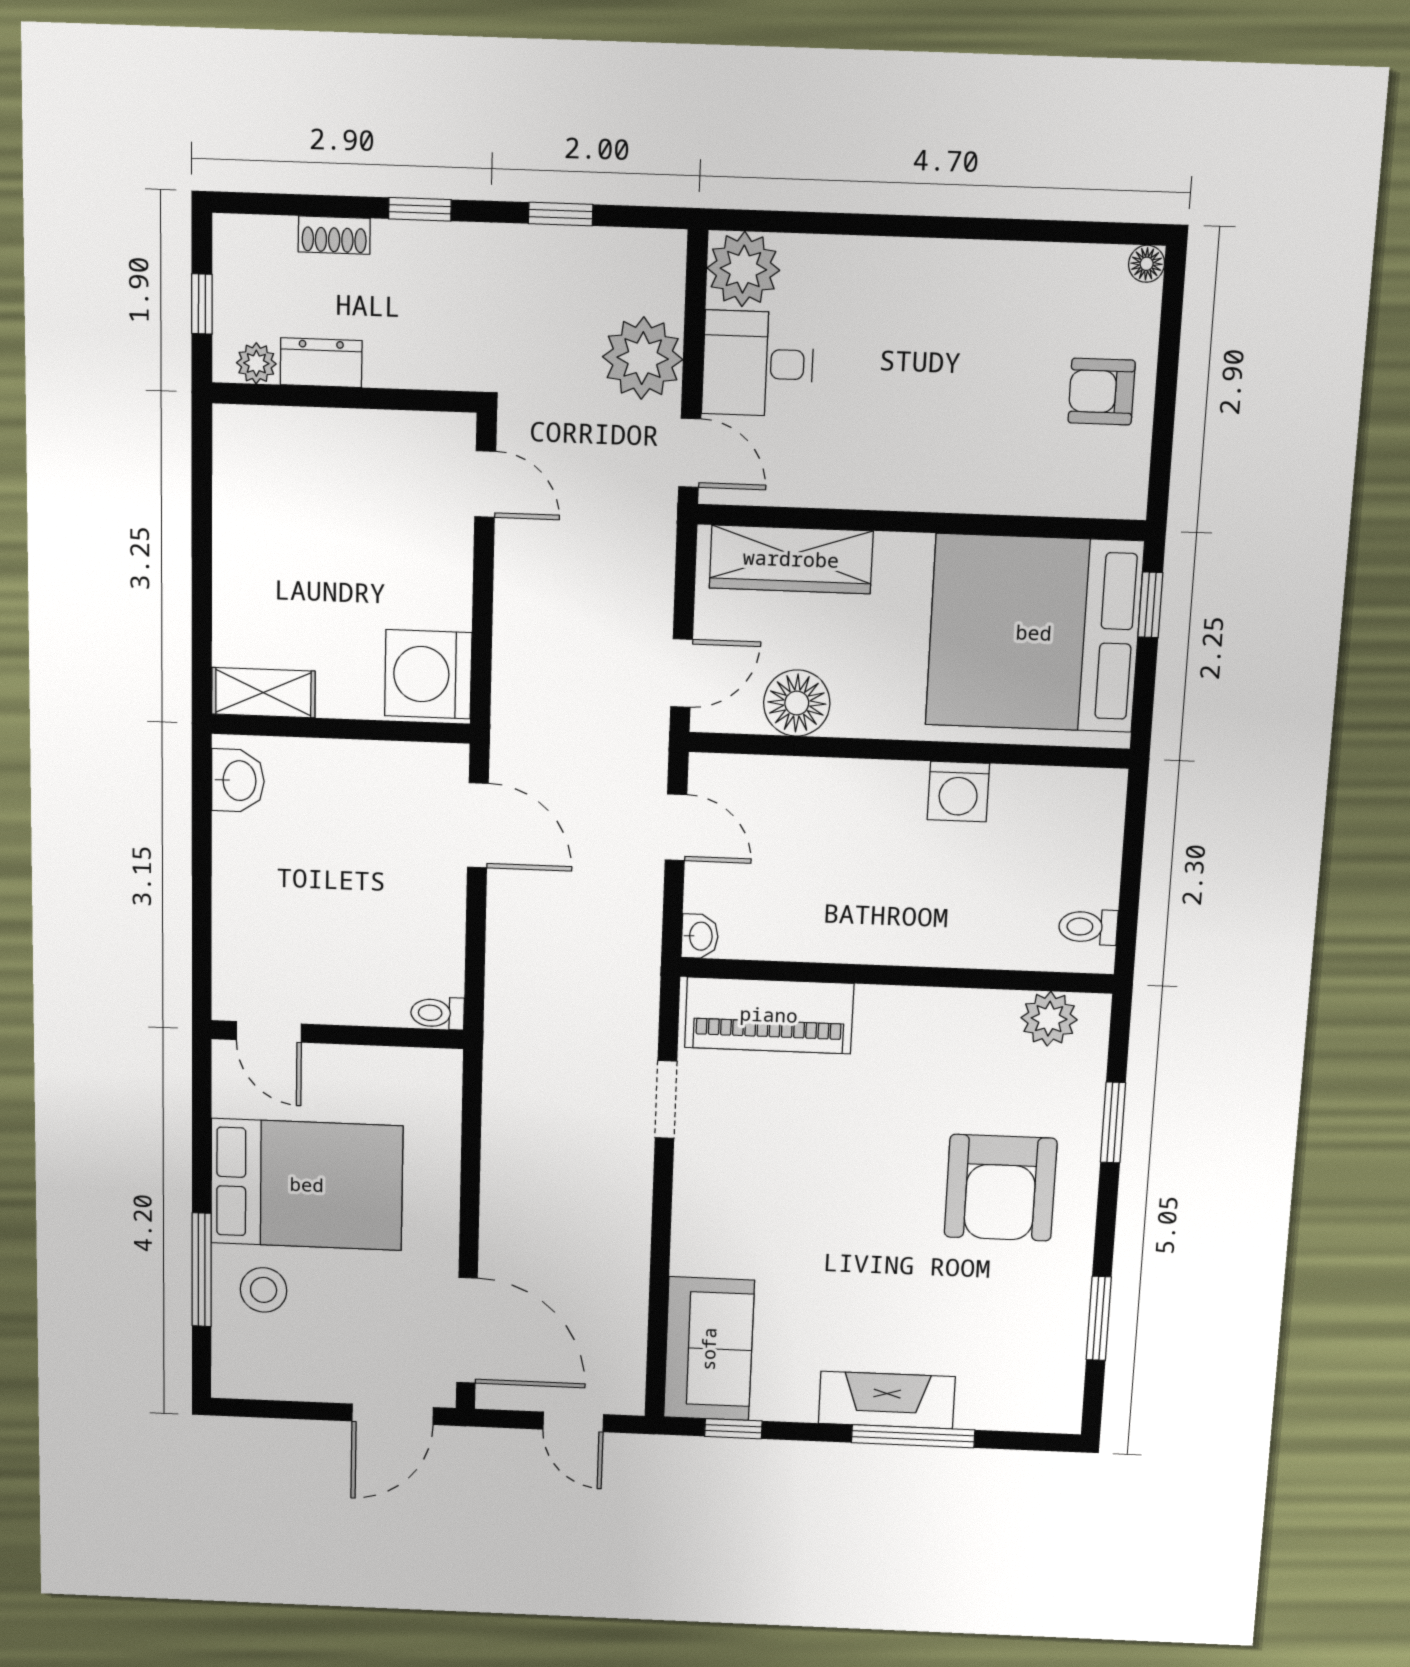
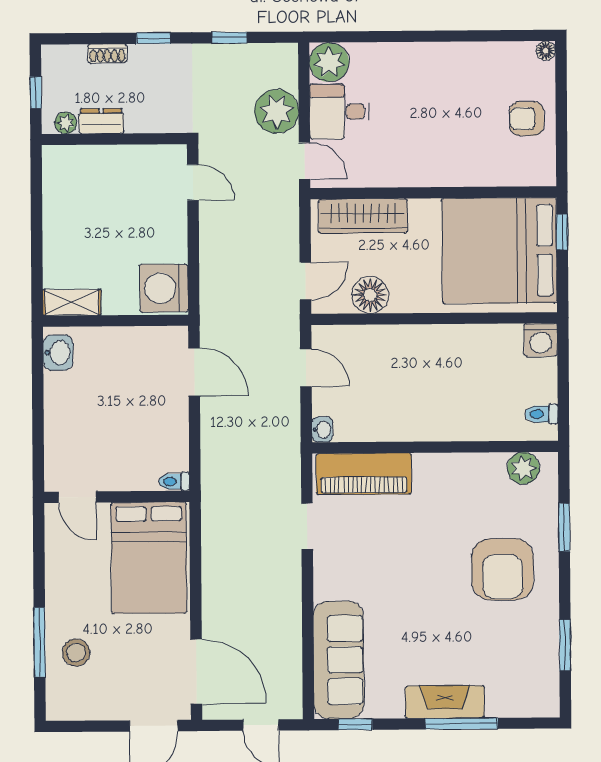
washing machine: (958, 792) -> (541, 340), moved
bed: (307, 1185) -> (149, 558), moved, turned 90
sofa: (709, 1349) -> (339, 660), width x1.36

